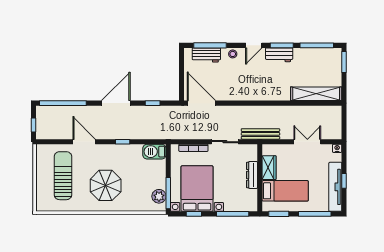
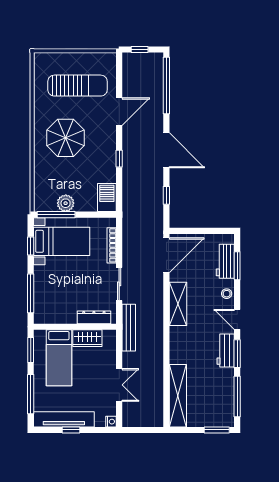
window: (210, 45) -> (237, 266), width x0.69
shelving: (241, 94) -> (178, 304), added
dresser: (252, 175) -> (94, 317), moved
bed with nightstands: (197, 189) -> (62, 241), width x0.73
plant: (159, 196) -> (66, 203), moved

